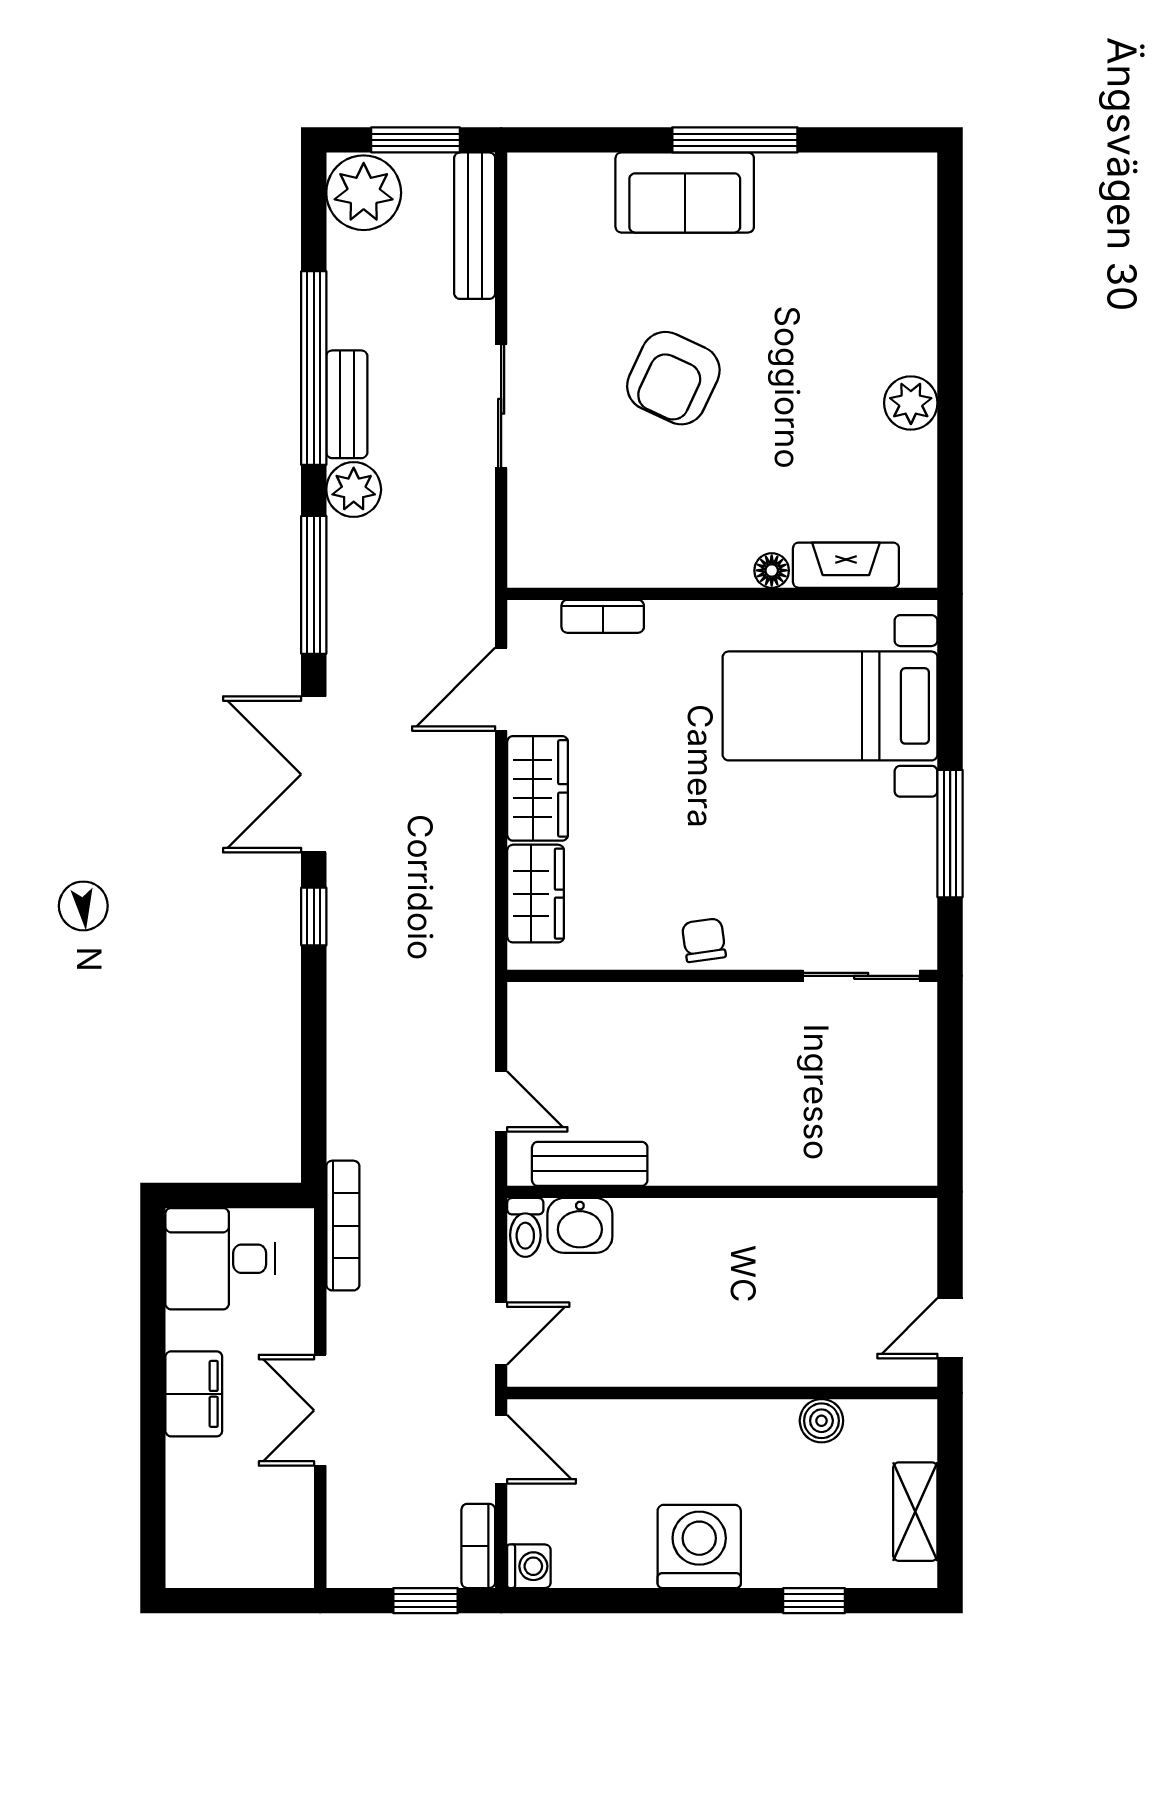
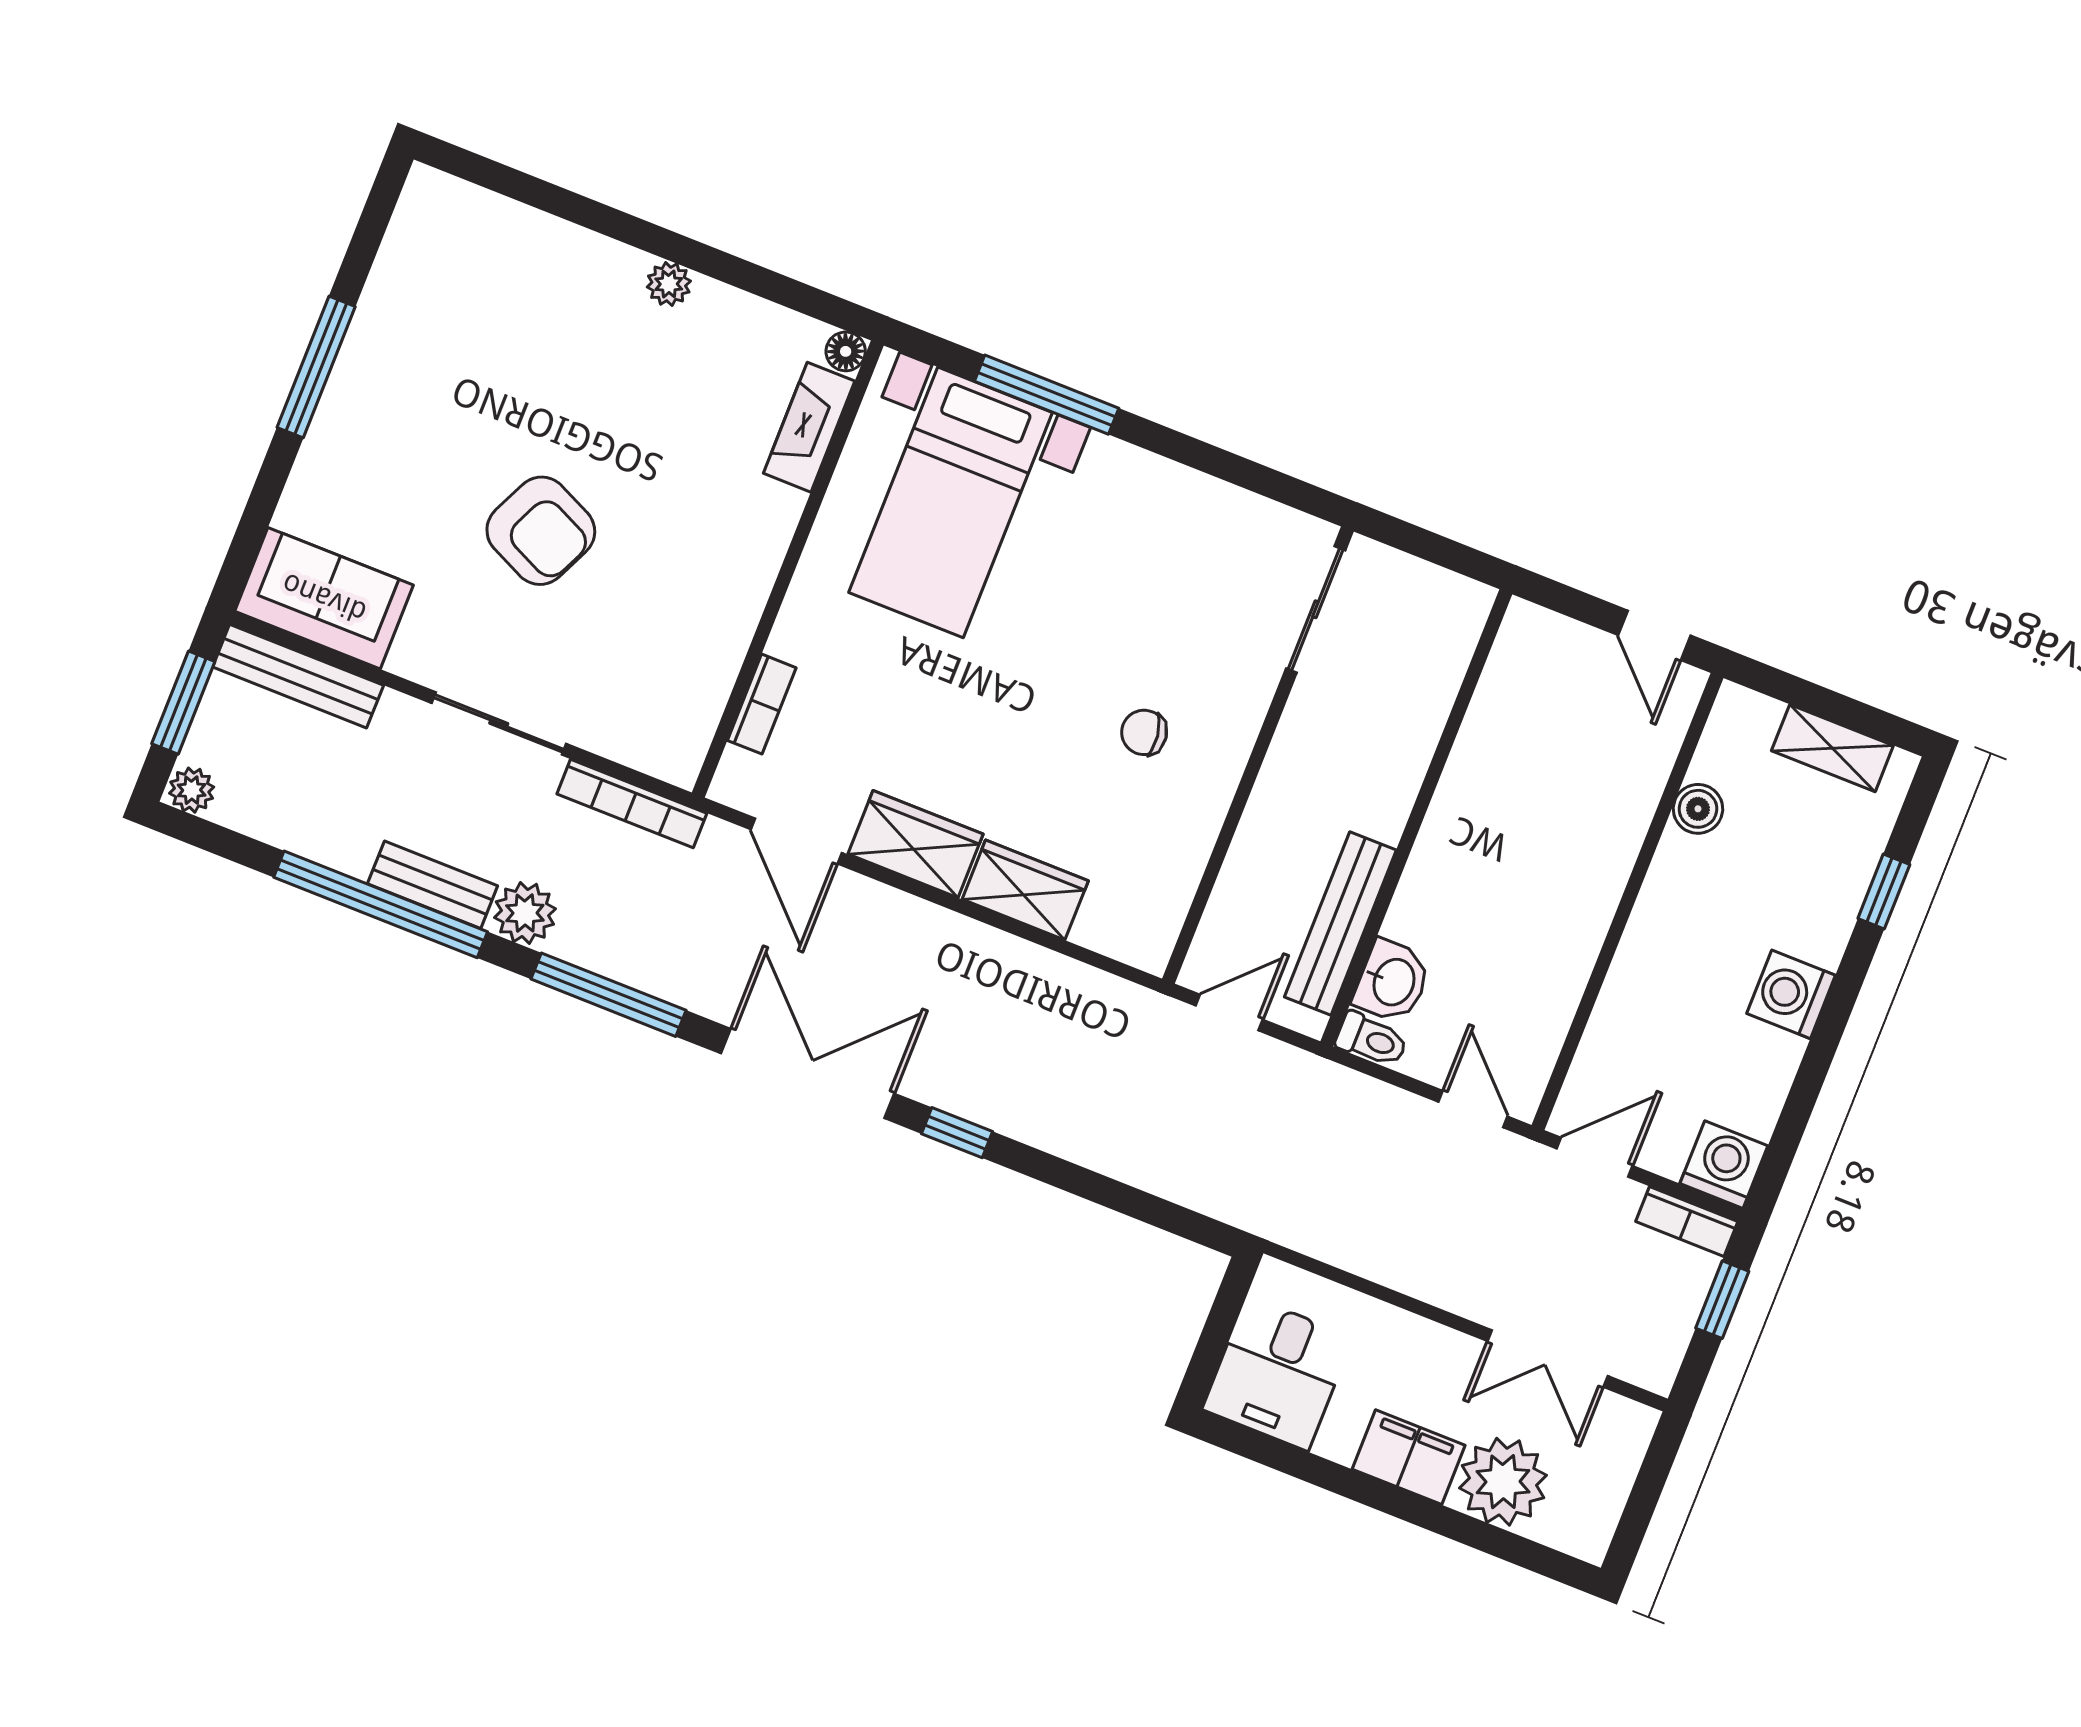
sofa: (685, 192) -> (324, 598), moved, turned -90
plant: (364, 193) -> (192, 790), width x0.53, depth x0.53
plant: (911, 403) -> (669, 284), width x0.73, depth x0.73
floor lamp: (772, 570) -> (846, 351), moved
double door: (314, 774) -> (808, 1073), swing flipped
window: (950, 834) -> (1047, 395), moved
wall: (722, 976) -> (1258, 755), moved
sliding door: (861, 976) -> (1316, 609), moved
bench: (590, 1164) -> (1340, 923), width x1.36
bookcase: (343, 1226) -> (632, 804), moved, turned 180
double door: (320, 1410) -> (1548, 1359), moved
plant: (204, 1479) -> (1503, 1482), added
washing machine: (699, 1546) -> (1791, 994), width x0.73, depth x0.73
washing machine: (529, 1566) -> (1724, 1165), width x1.38, depth x1.38

